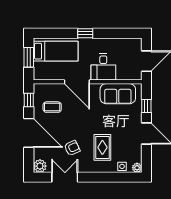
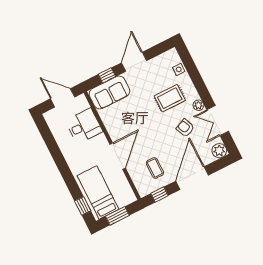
window: (85, 33) -> (83, 206), moved
desk: (103, 67) -> (84, 126), moved
sofa: (118, 94) -> (109, 92), moved, turned 90
plant: (137, 168) -> (198, 105), moved

